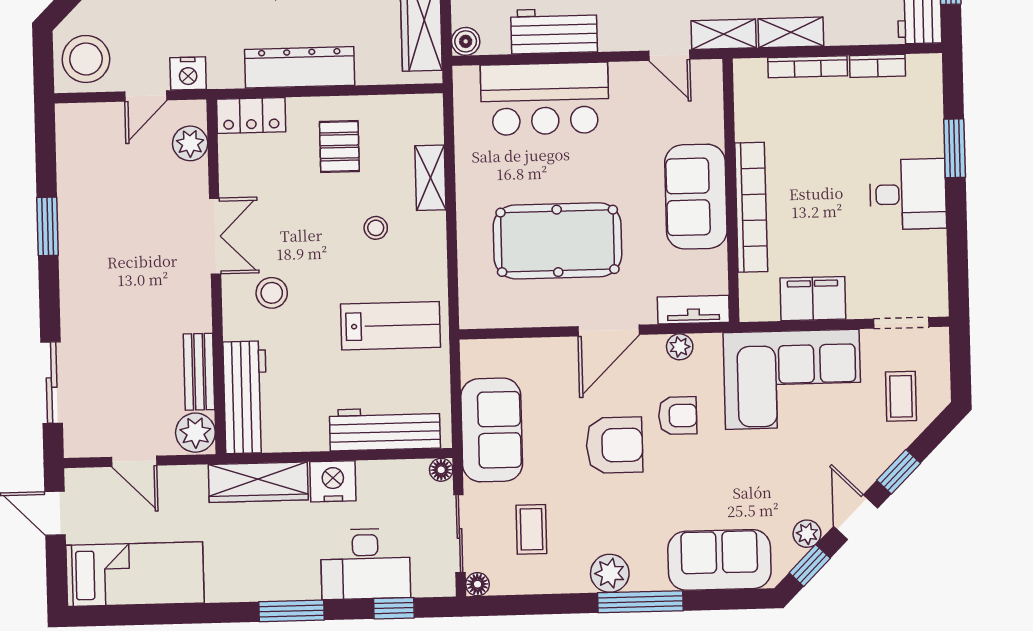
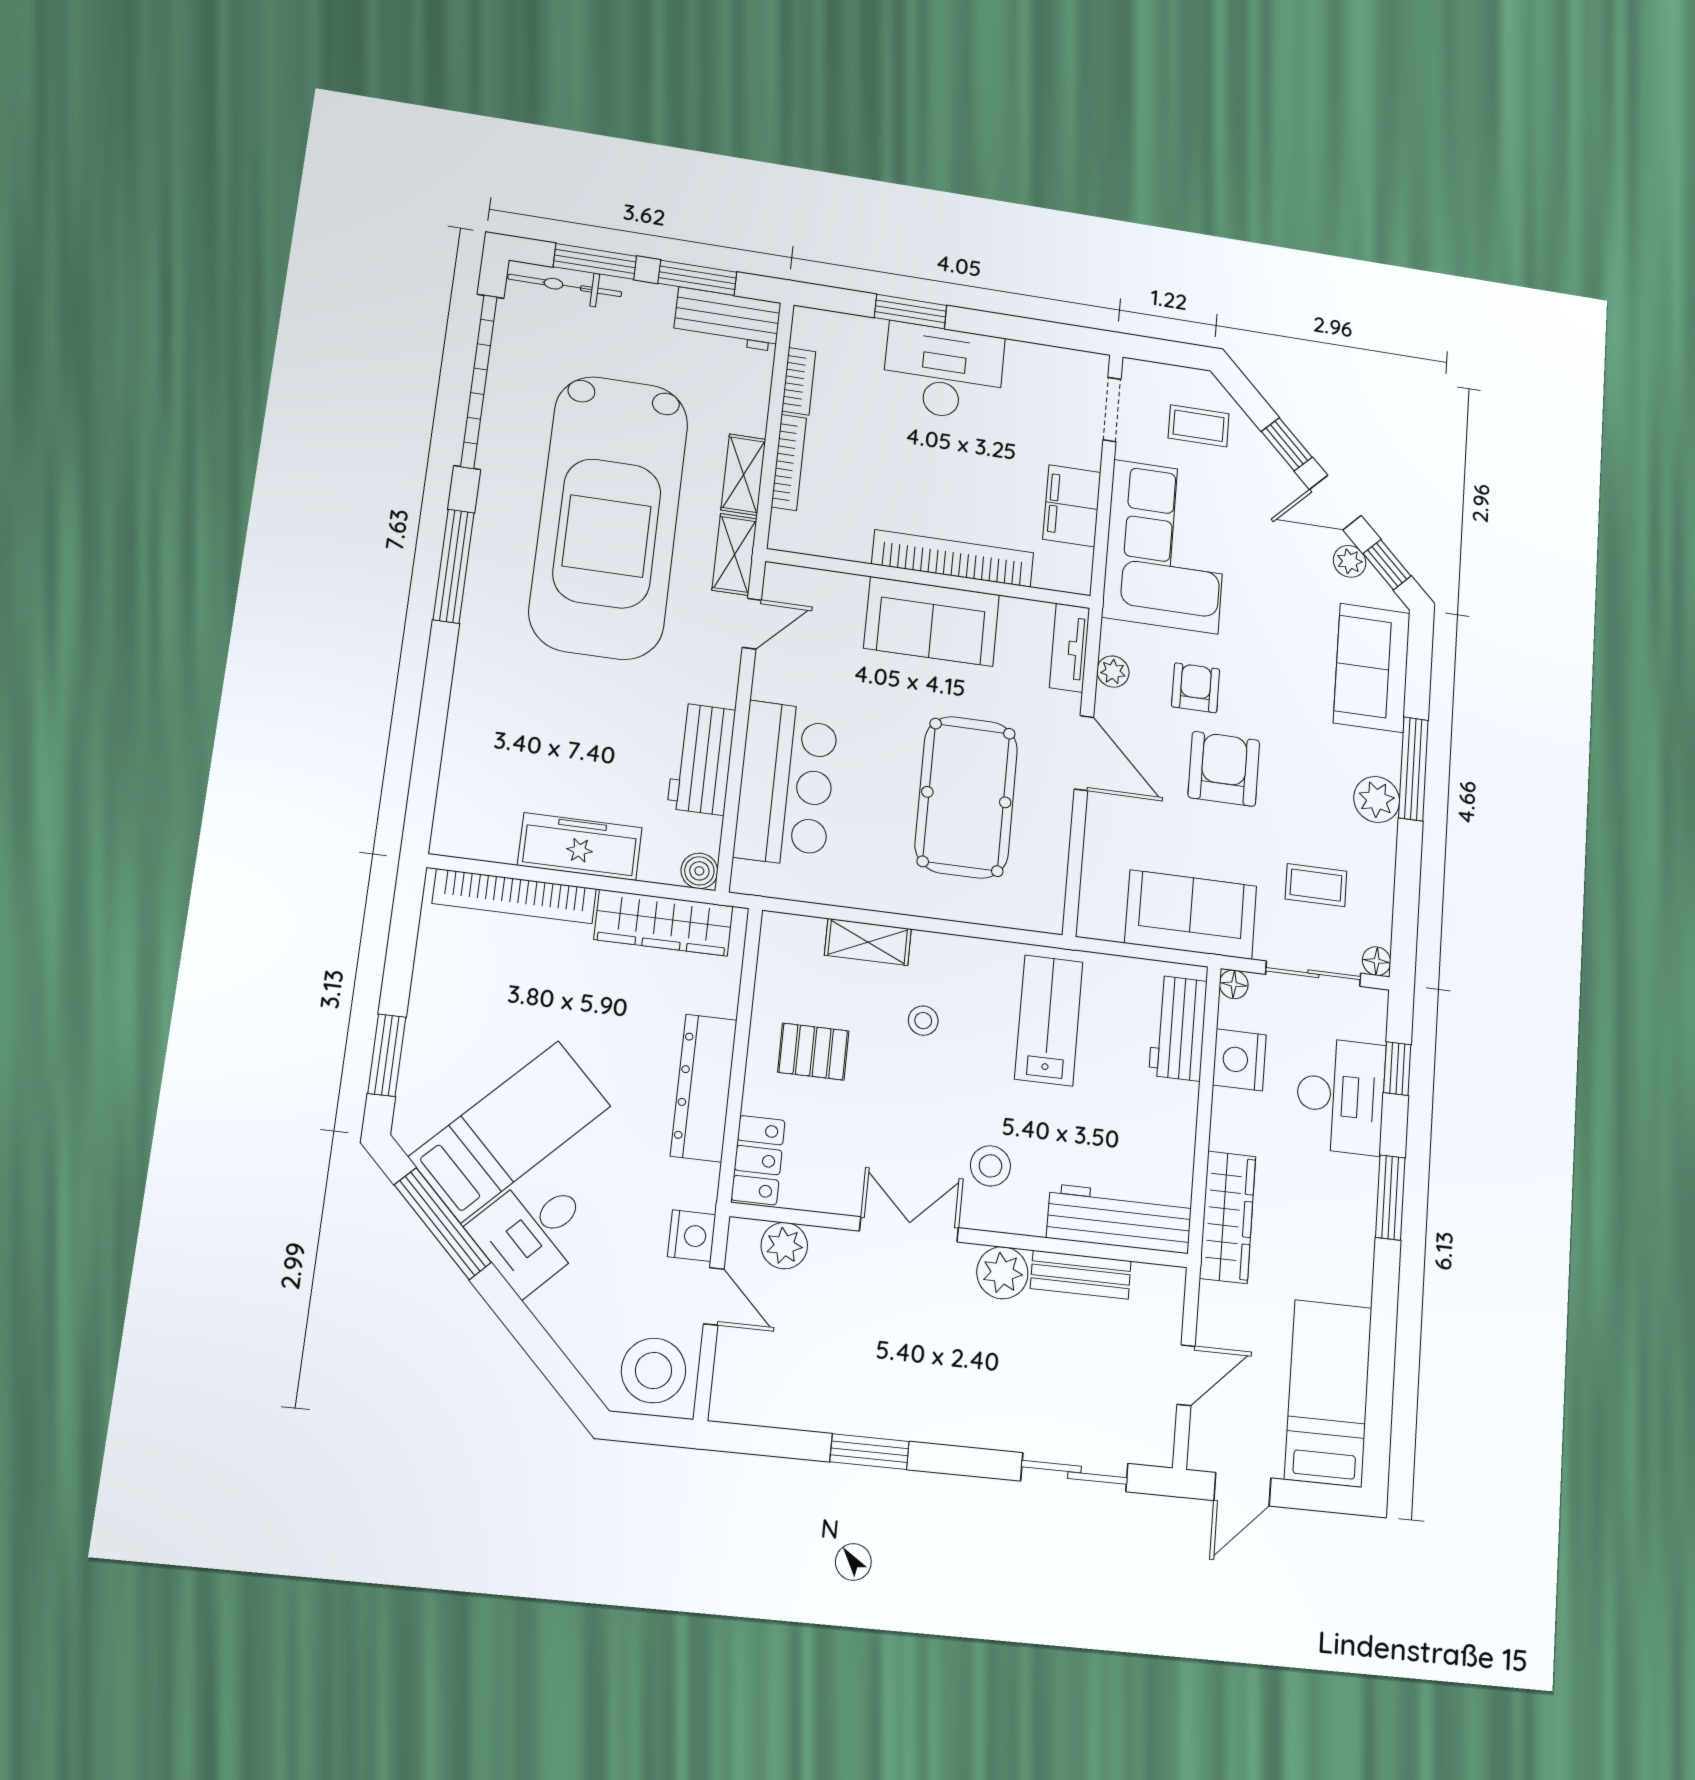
desk: (908, 194) -> (943, 372), width x1.37
workbench: (385, 429) -> (1178, 1028), width x0.73
plant: (195, 433) -> (1002, 1273), moved
nightstand: (333, 481) -> (1239, 1060), moved

